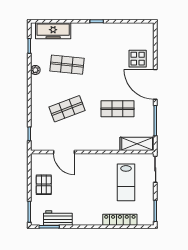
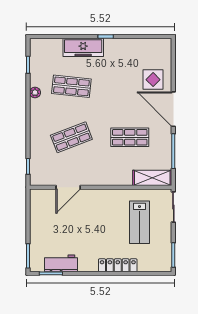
freezer: (53, 31) -> (83, 47), moved
door: (64, 152) -> (68, 187), hinge flipped
pallet: (44, 185) -> (45, 225), removed
locker: (120, 220) -> (118, 265), moved

